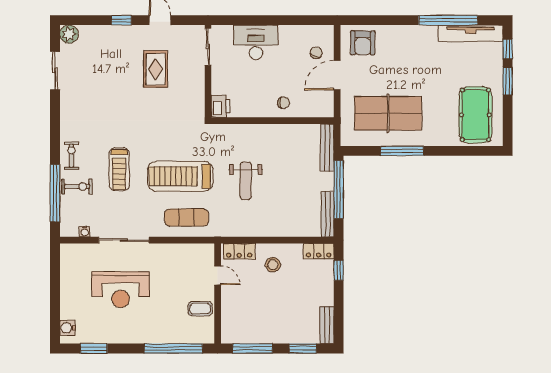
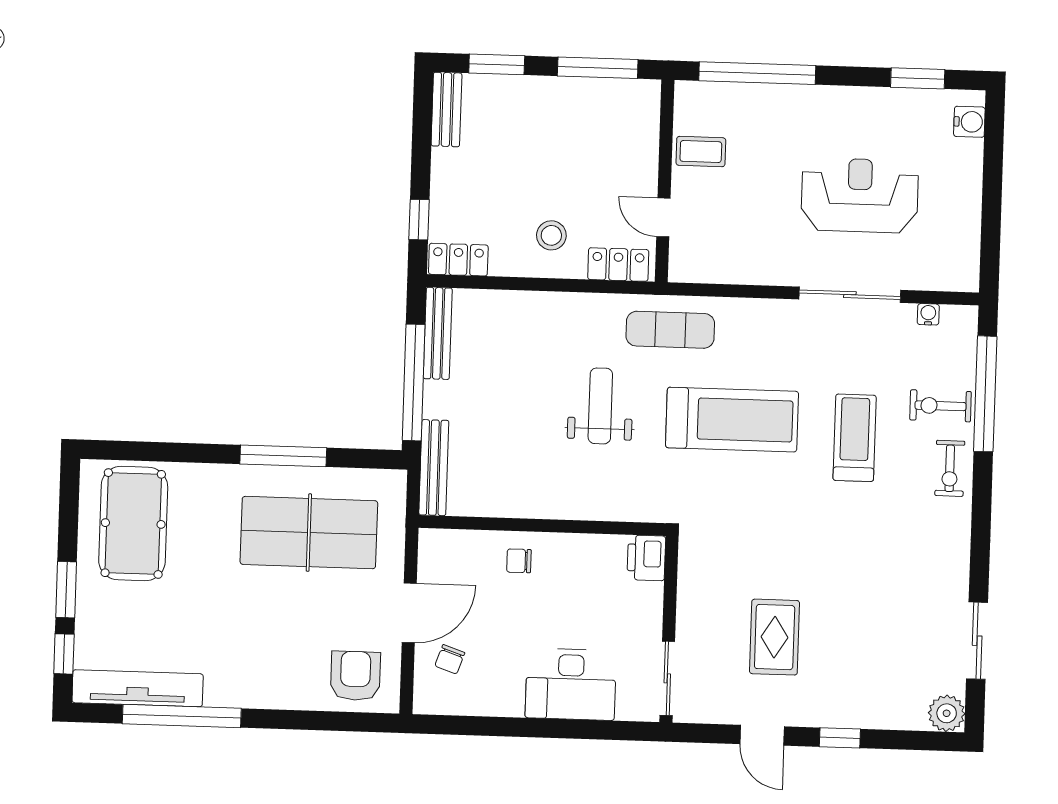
exercise mat: (187, 217) -> (670, 330), moved

